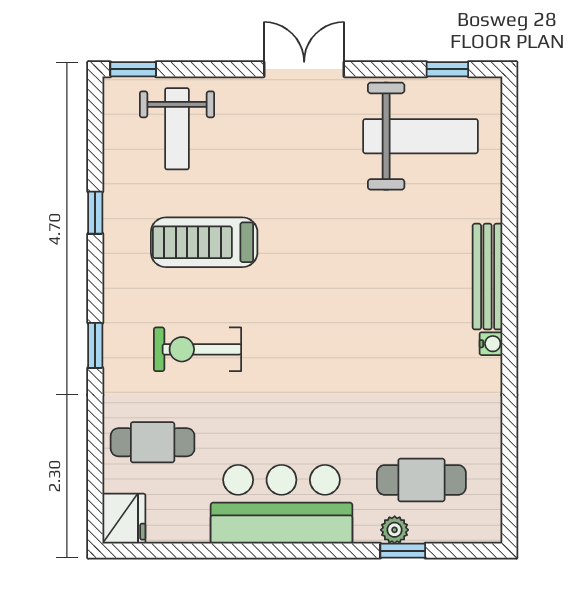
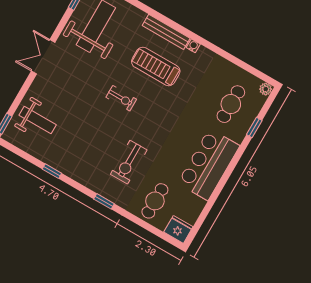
treadmill: (204, 242) -> (156, 66), moved, turned 90
exercise bike: (311, 264) -> (121, 98), added
plant: (395, 530) -> (266, 89), moved

